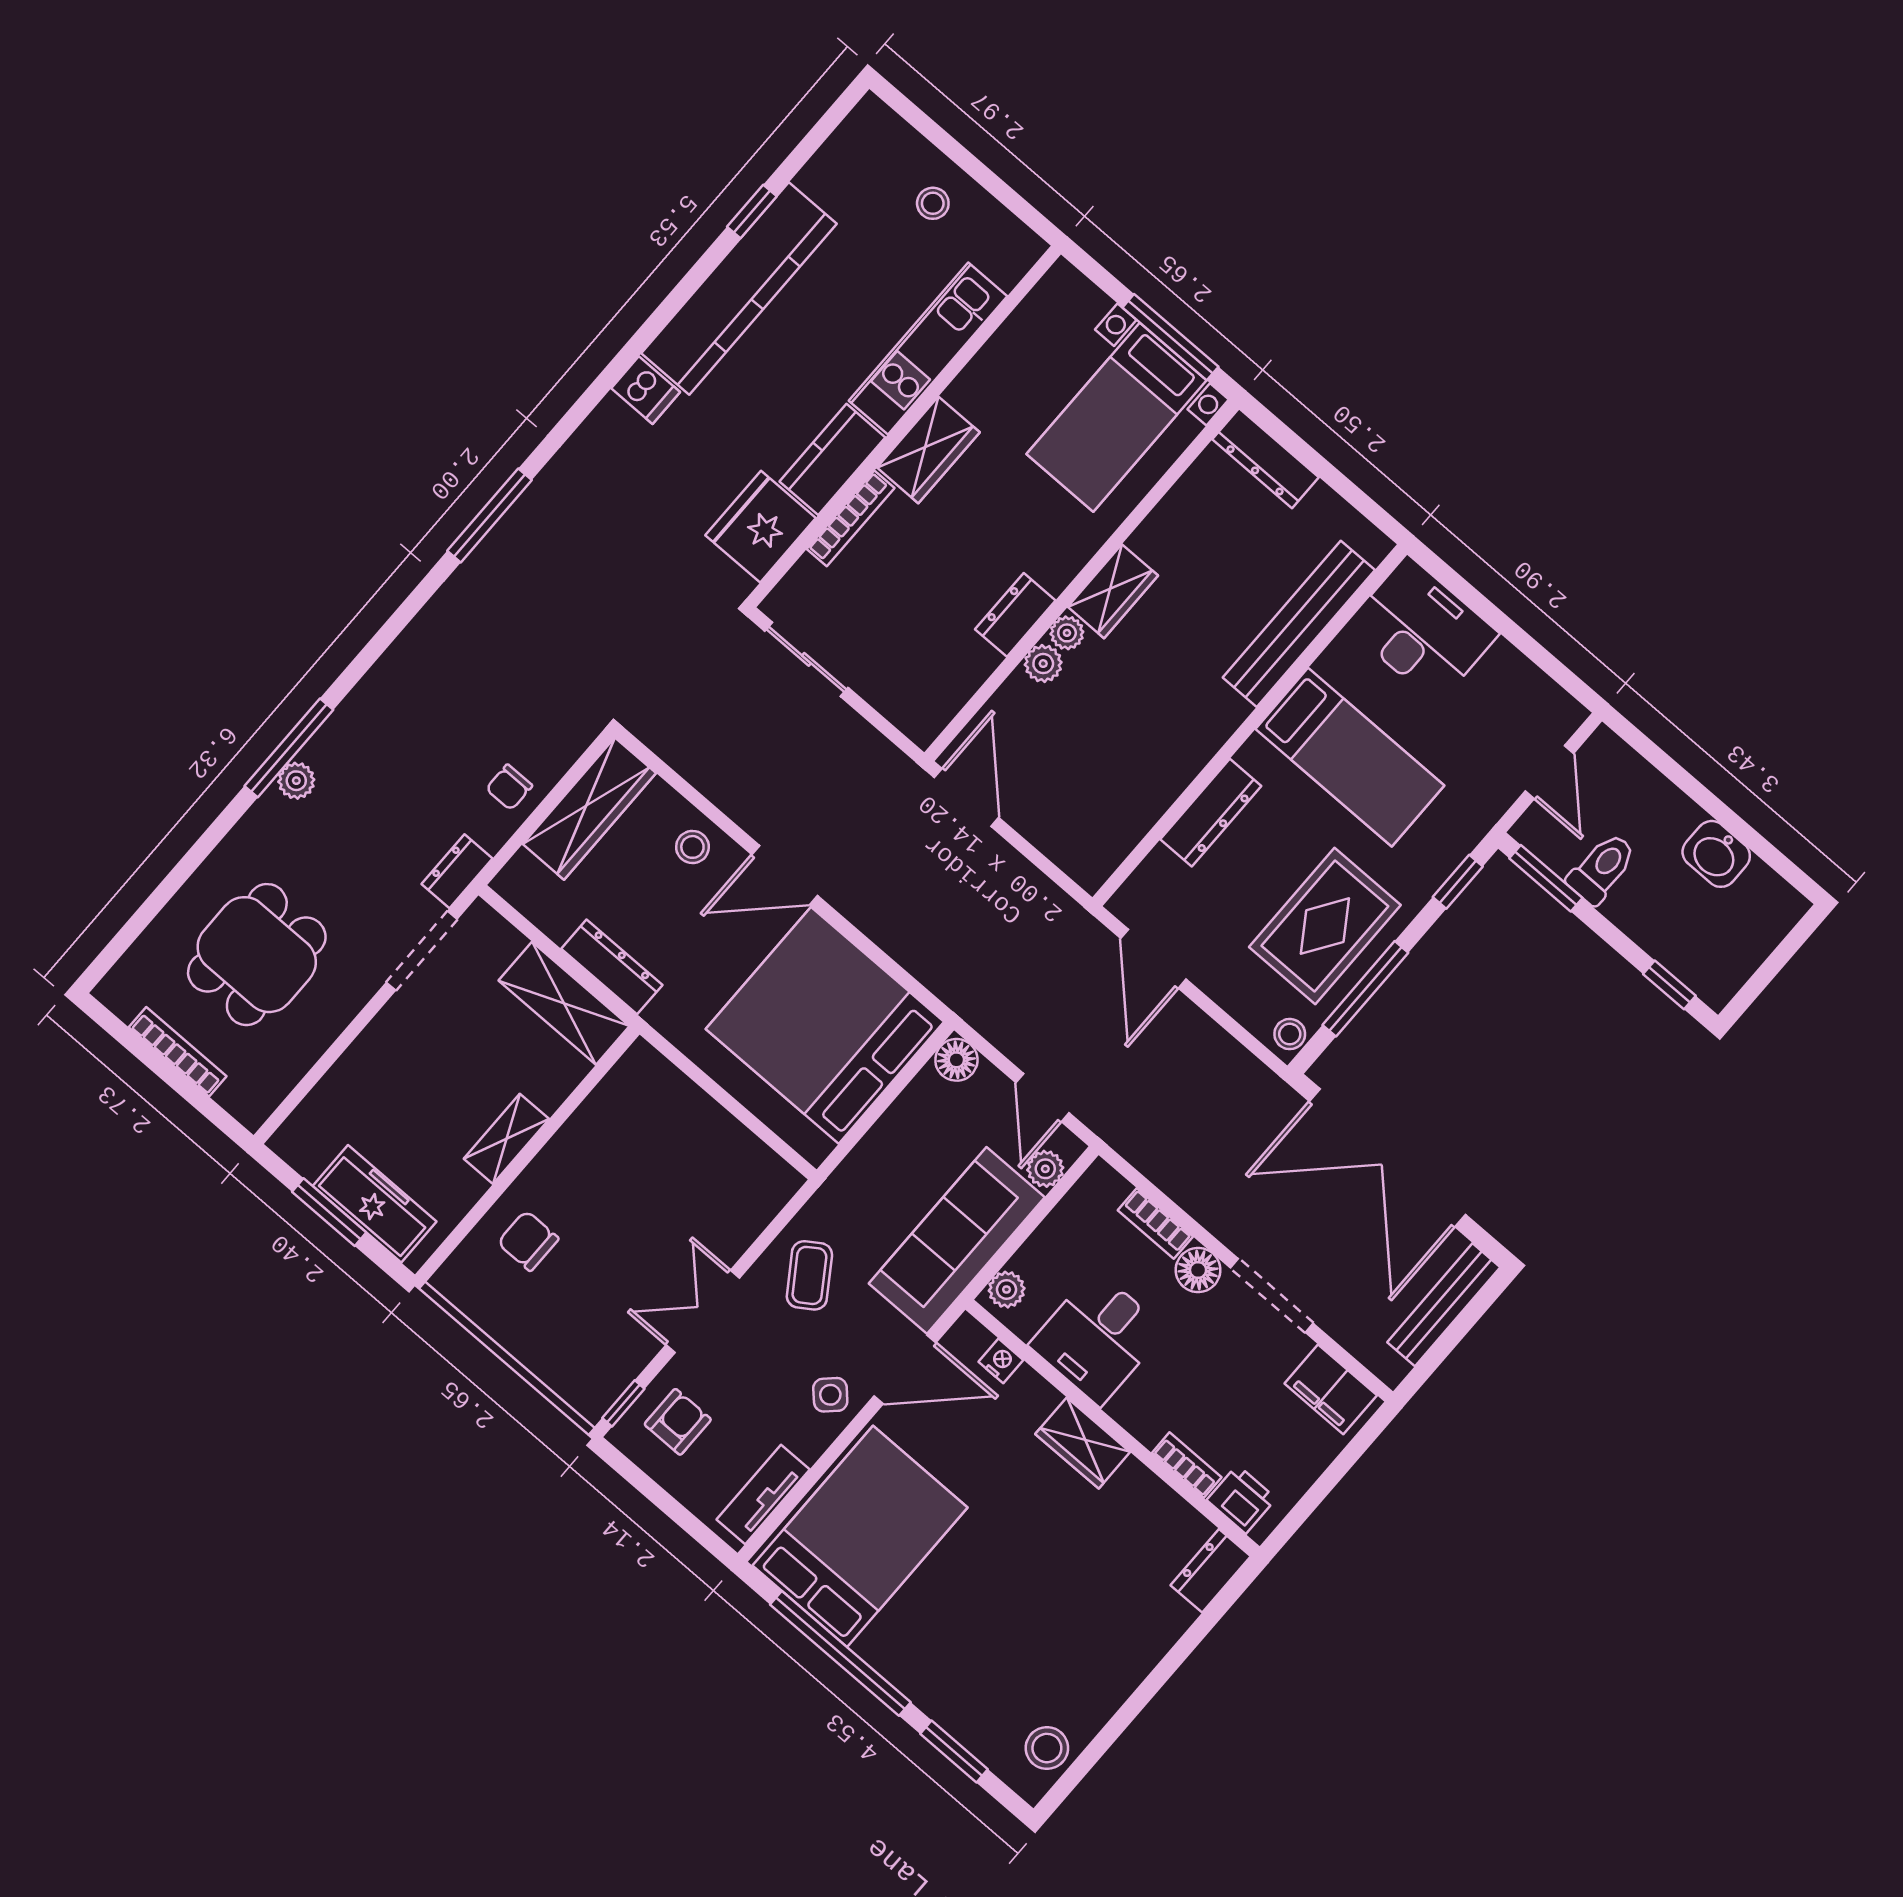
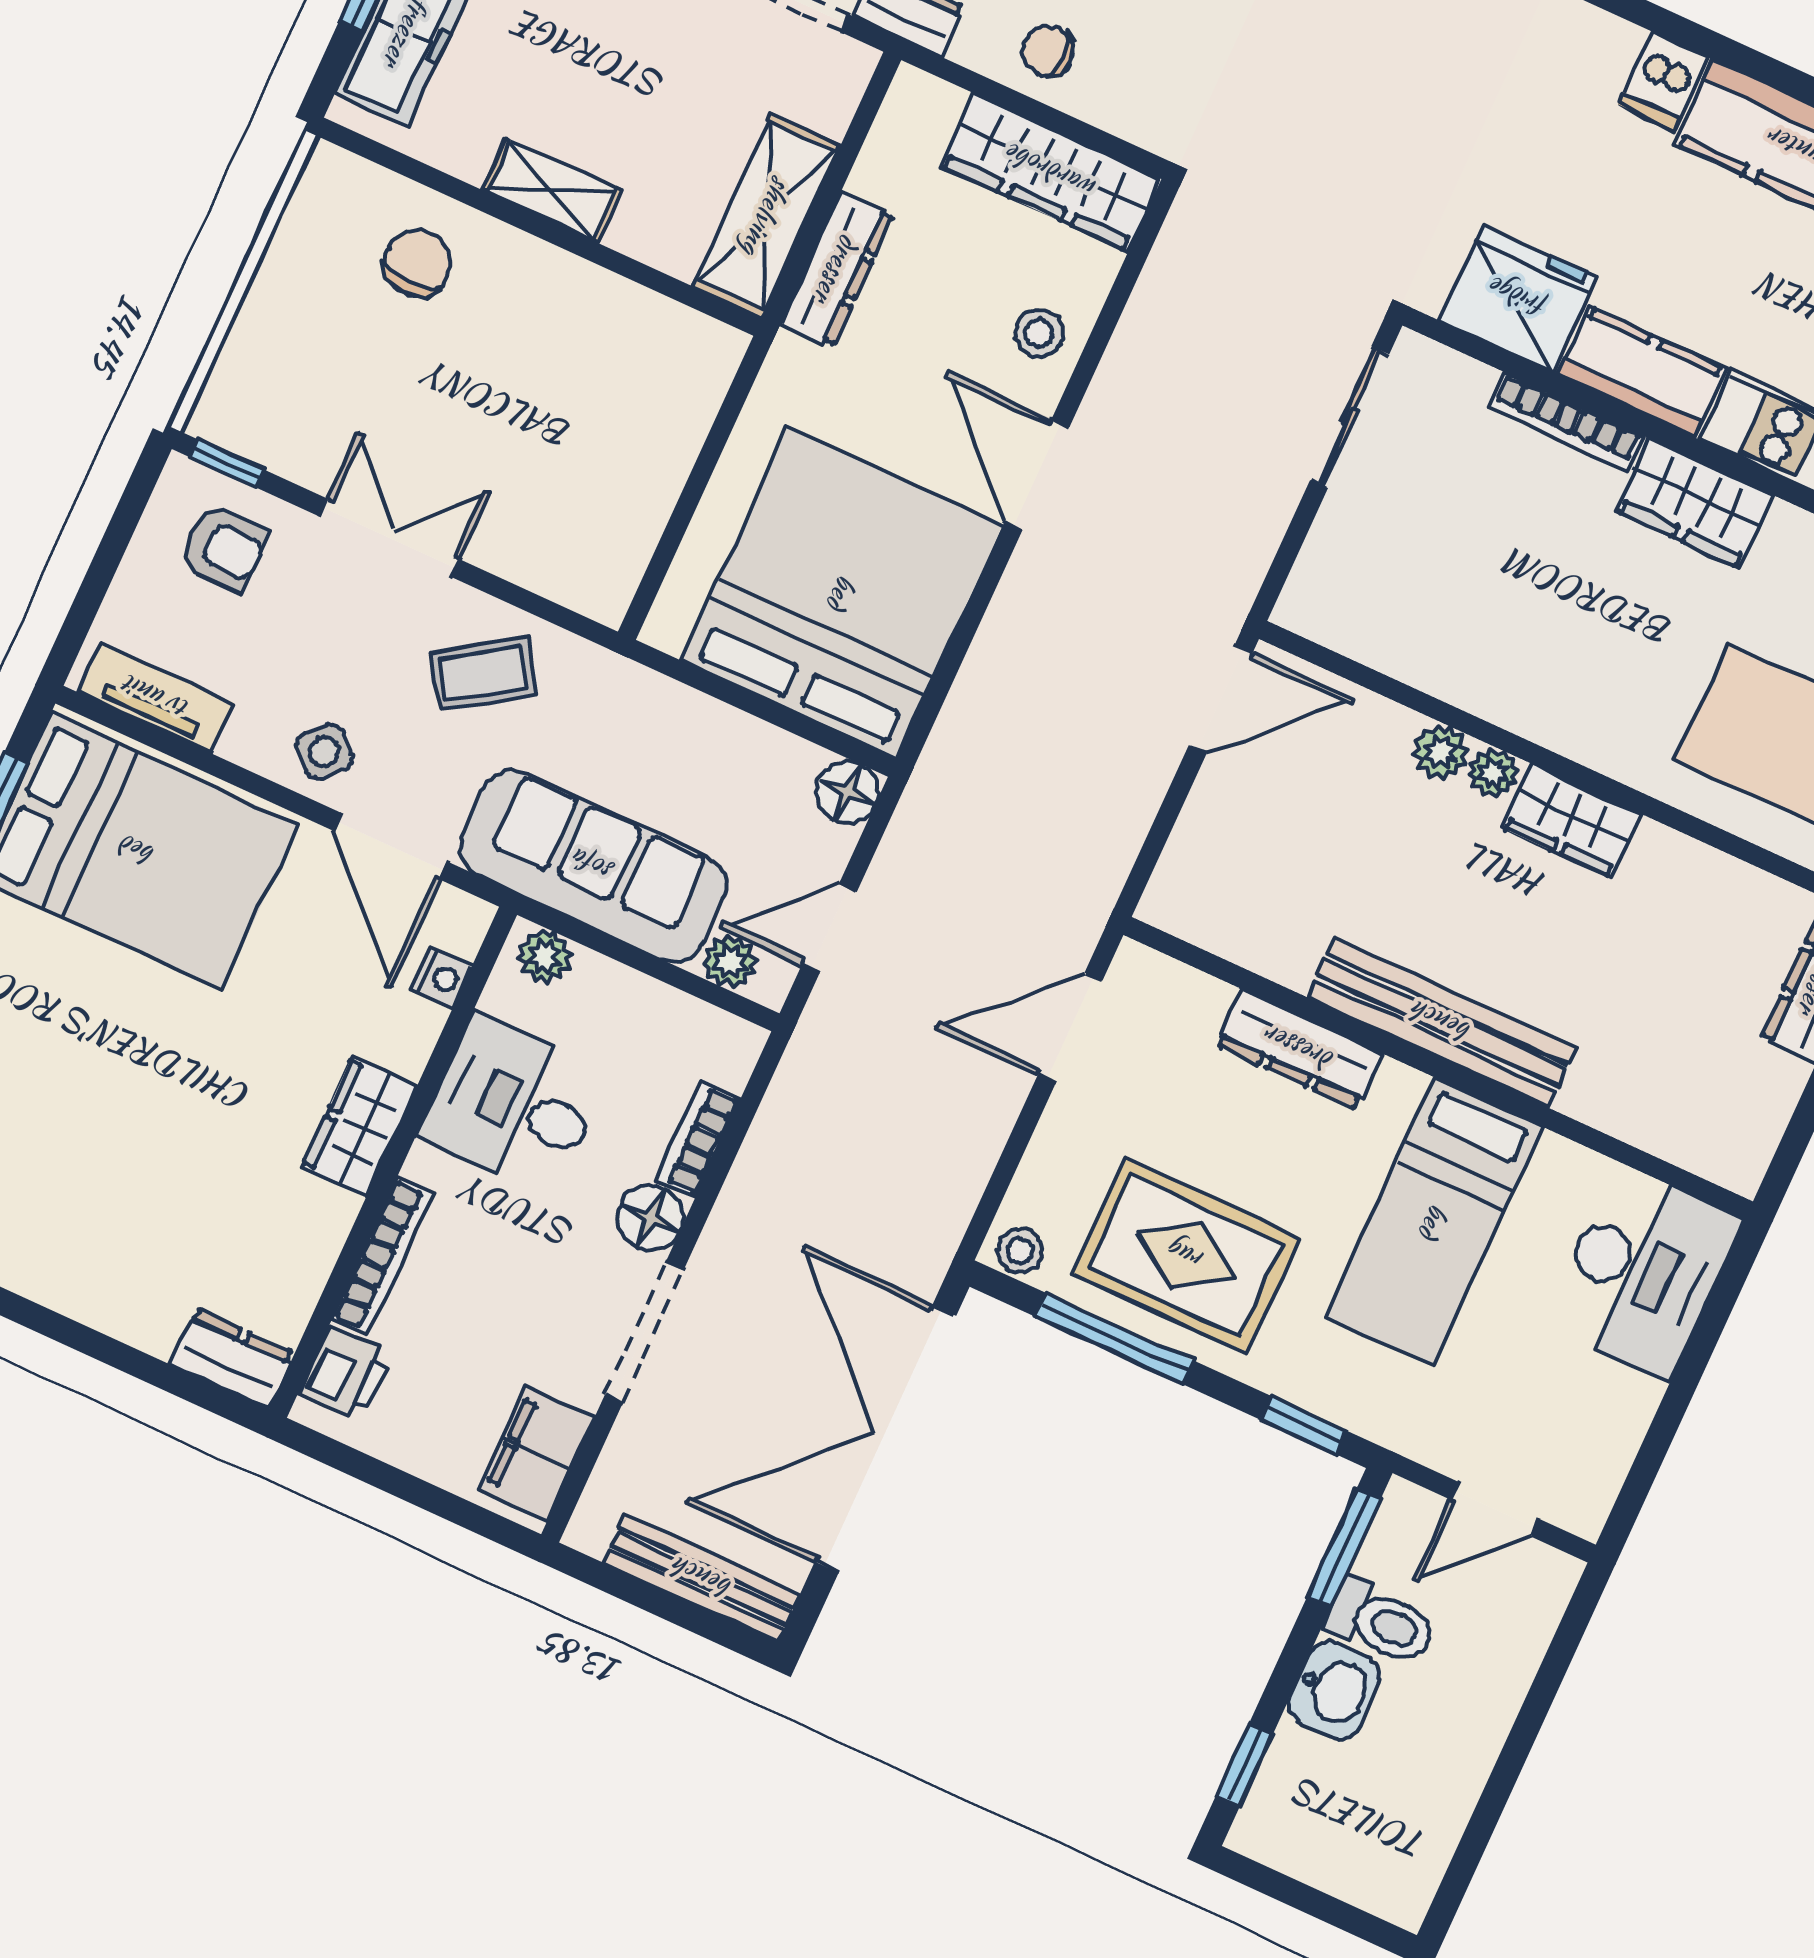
dresser: (1015, 615) -> (1498, 693), removed
bench: (1299, 624) -> (1441, 1022), moved
washbasin: (1716, 854) -> (1334, 1690), moved, turned 180
bookcase: (1187, 1465) -> (383, 1256), width x1.56

